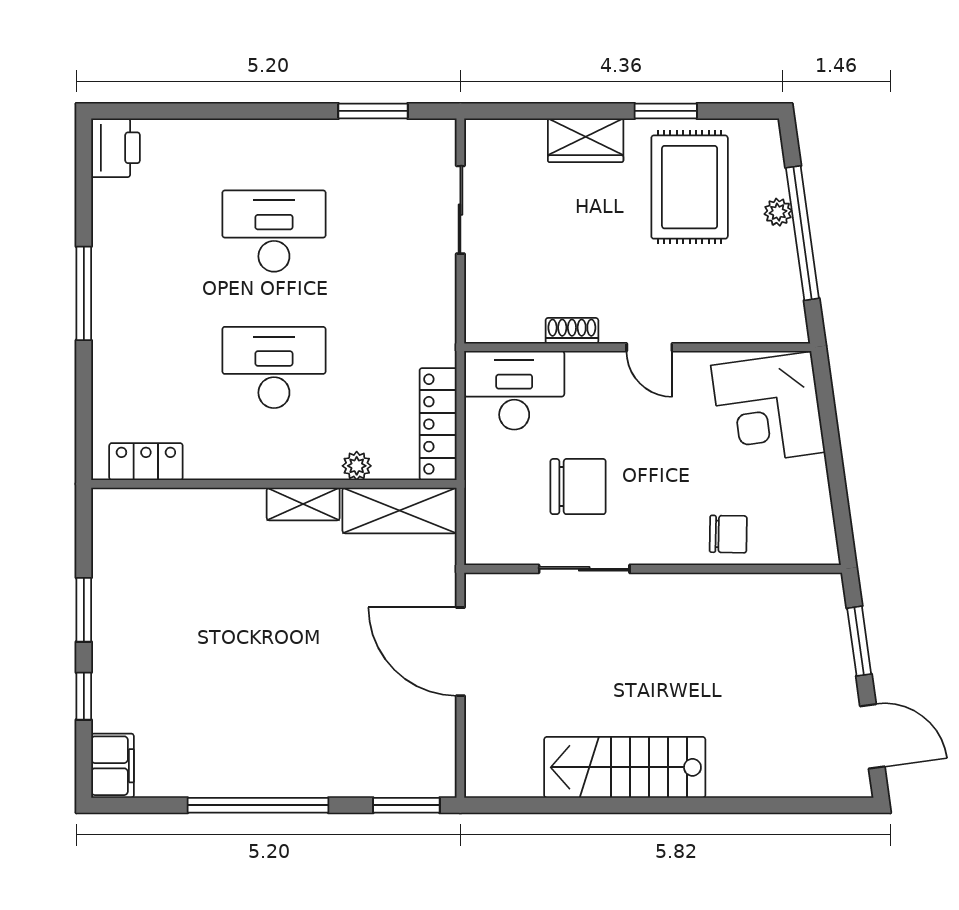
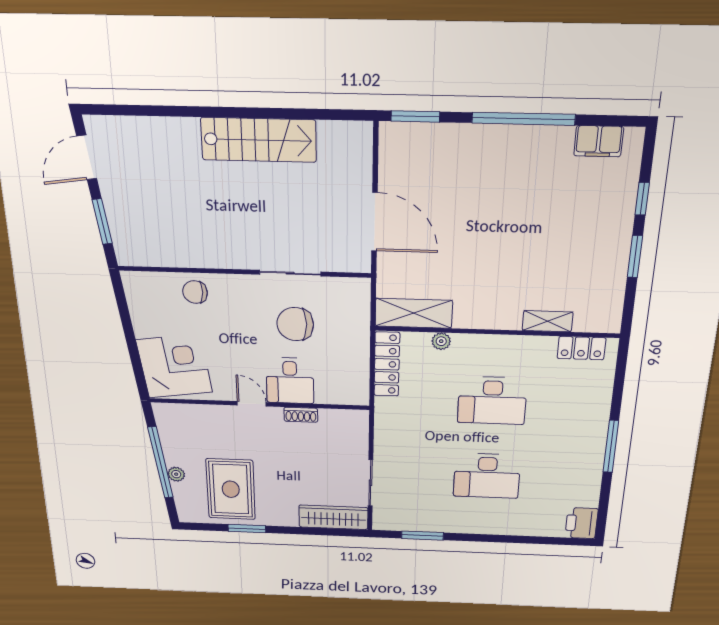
wardrobe: (586, 140) -> (333, 517), moved, width x1.50
desk: (514, 390) -> (290, 381), moved, width x0.73
shelving: (303, 504) -> (548, 321), moved
door: (872, 736) -> (87, 157), hinge flipped
filing cabinet: (113, 766) -> (599, 141), moved, turned -90

